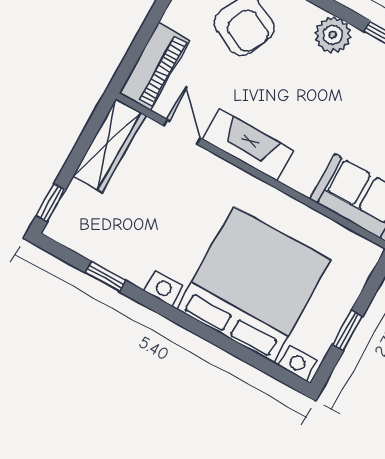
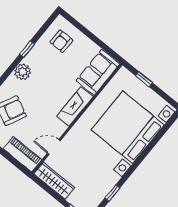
fireplace: (248, 145) -> (75, 106), moved
window: (347, 330) -> (144, 79), moved

